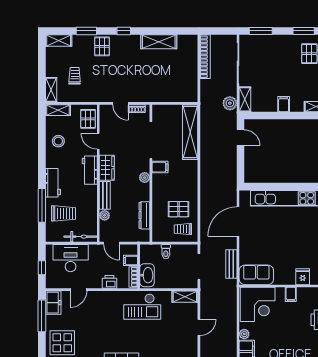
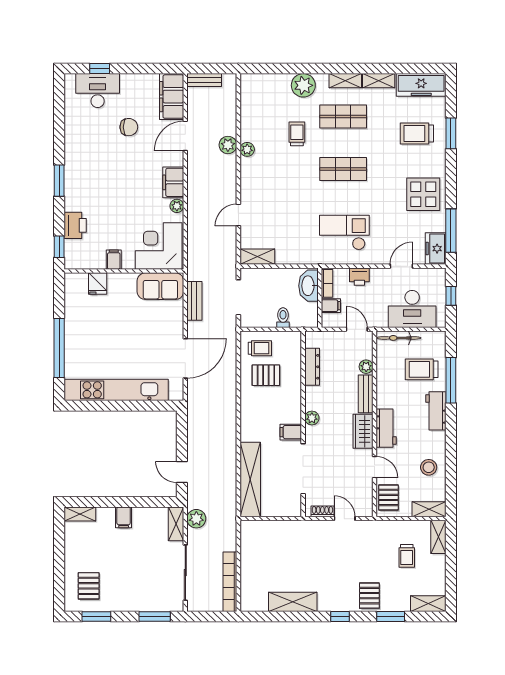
checkout: (142, 307) -> (344, 233), moved

